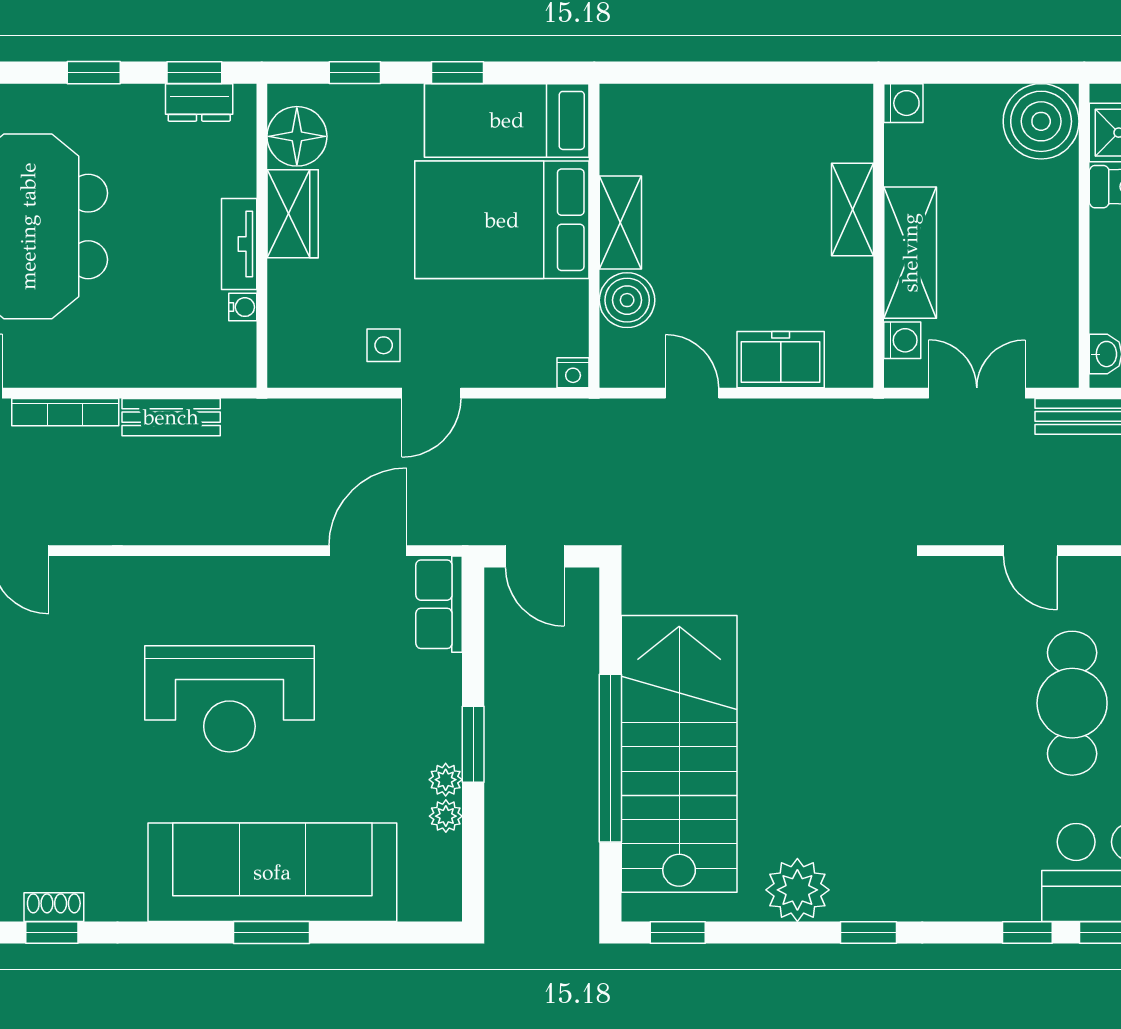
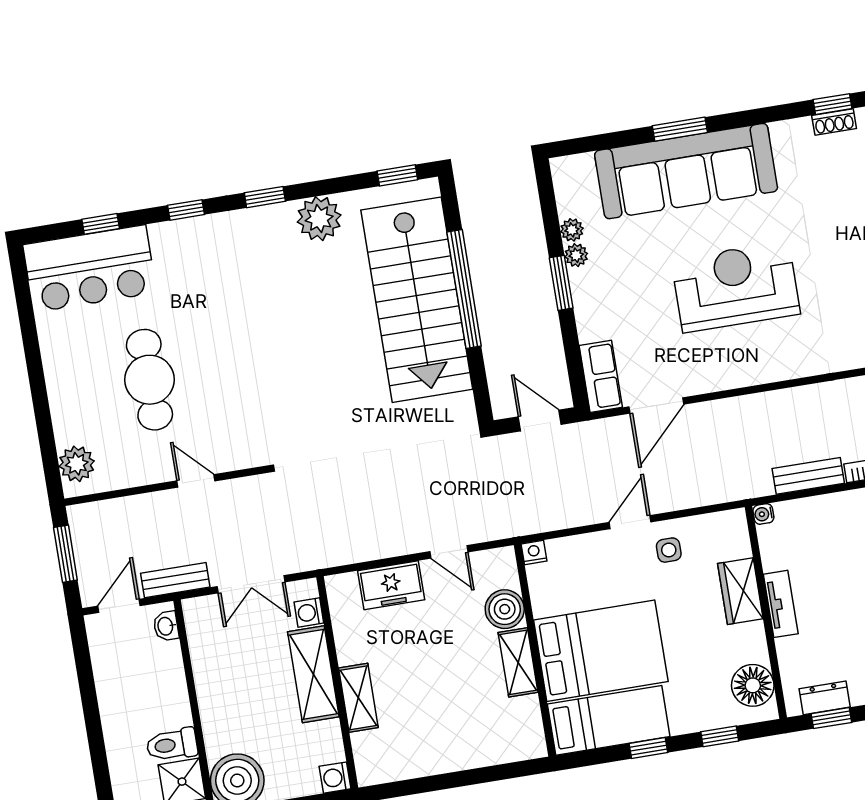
wardrobe: (293, 214) -> (740, 591), moved
water cooler: (243, 307) -> (763, 514), moved
window: (1027, 933) -> (186, 210), moved

